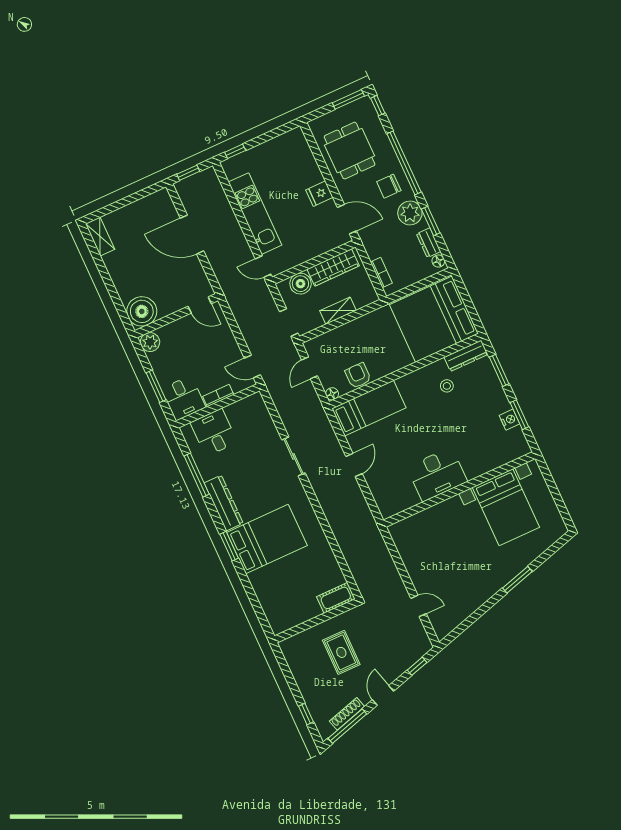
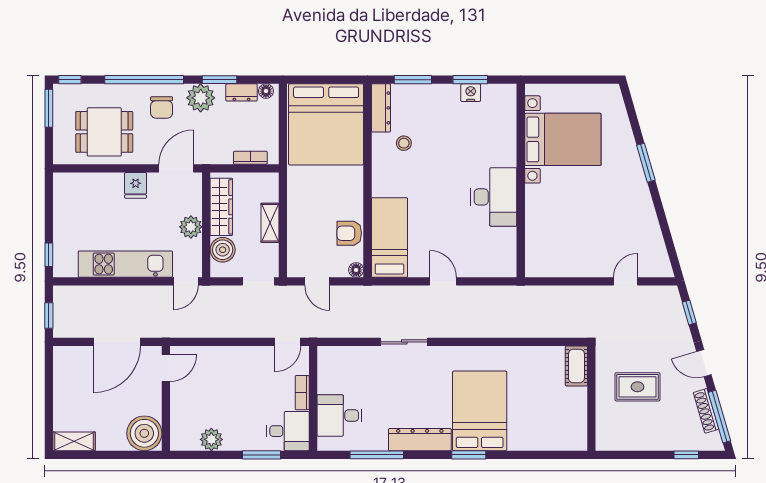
plant: (307, 251) -> (191, 227), added
door: (200, 305) -> (166, 368), moved
boiler: (142, 311) -> (144, 433), moved
wall: (176, 316) -> (166, 398), moved

